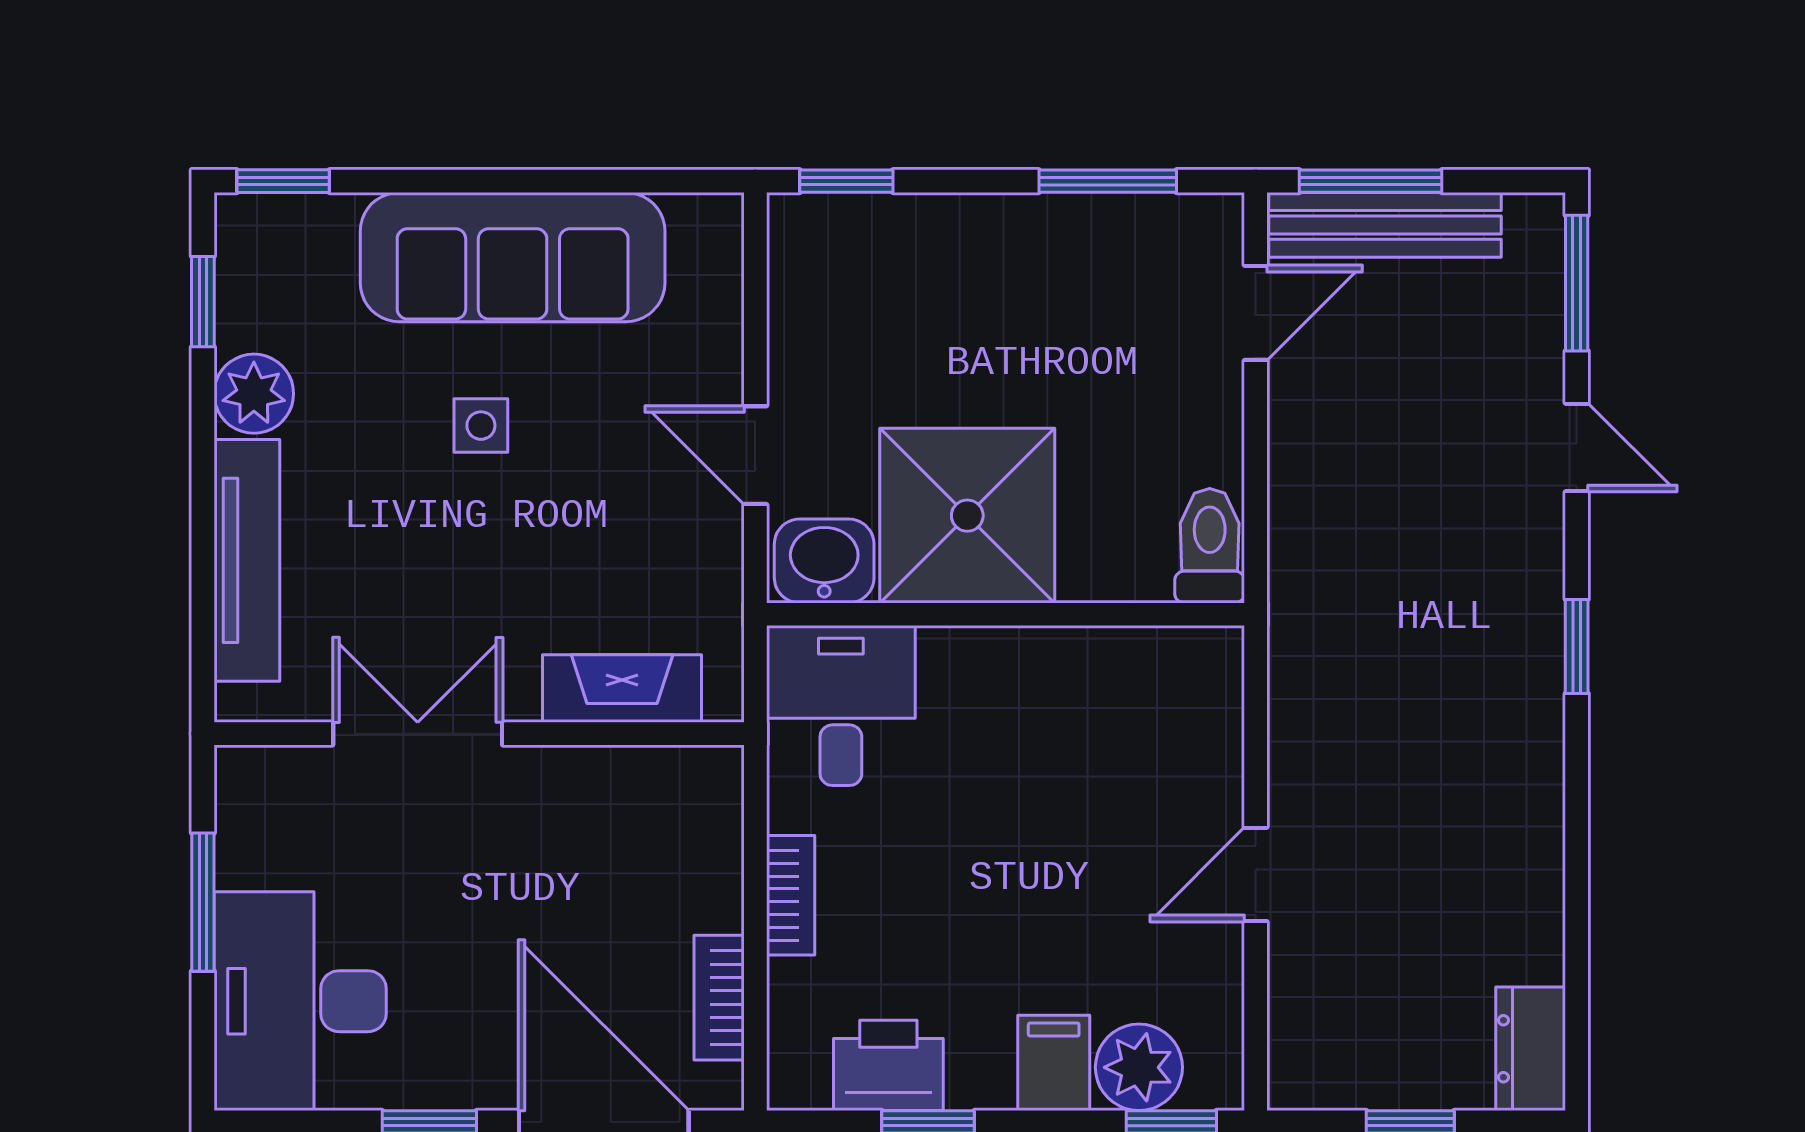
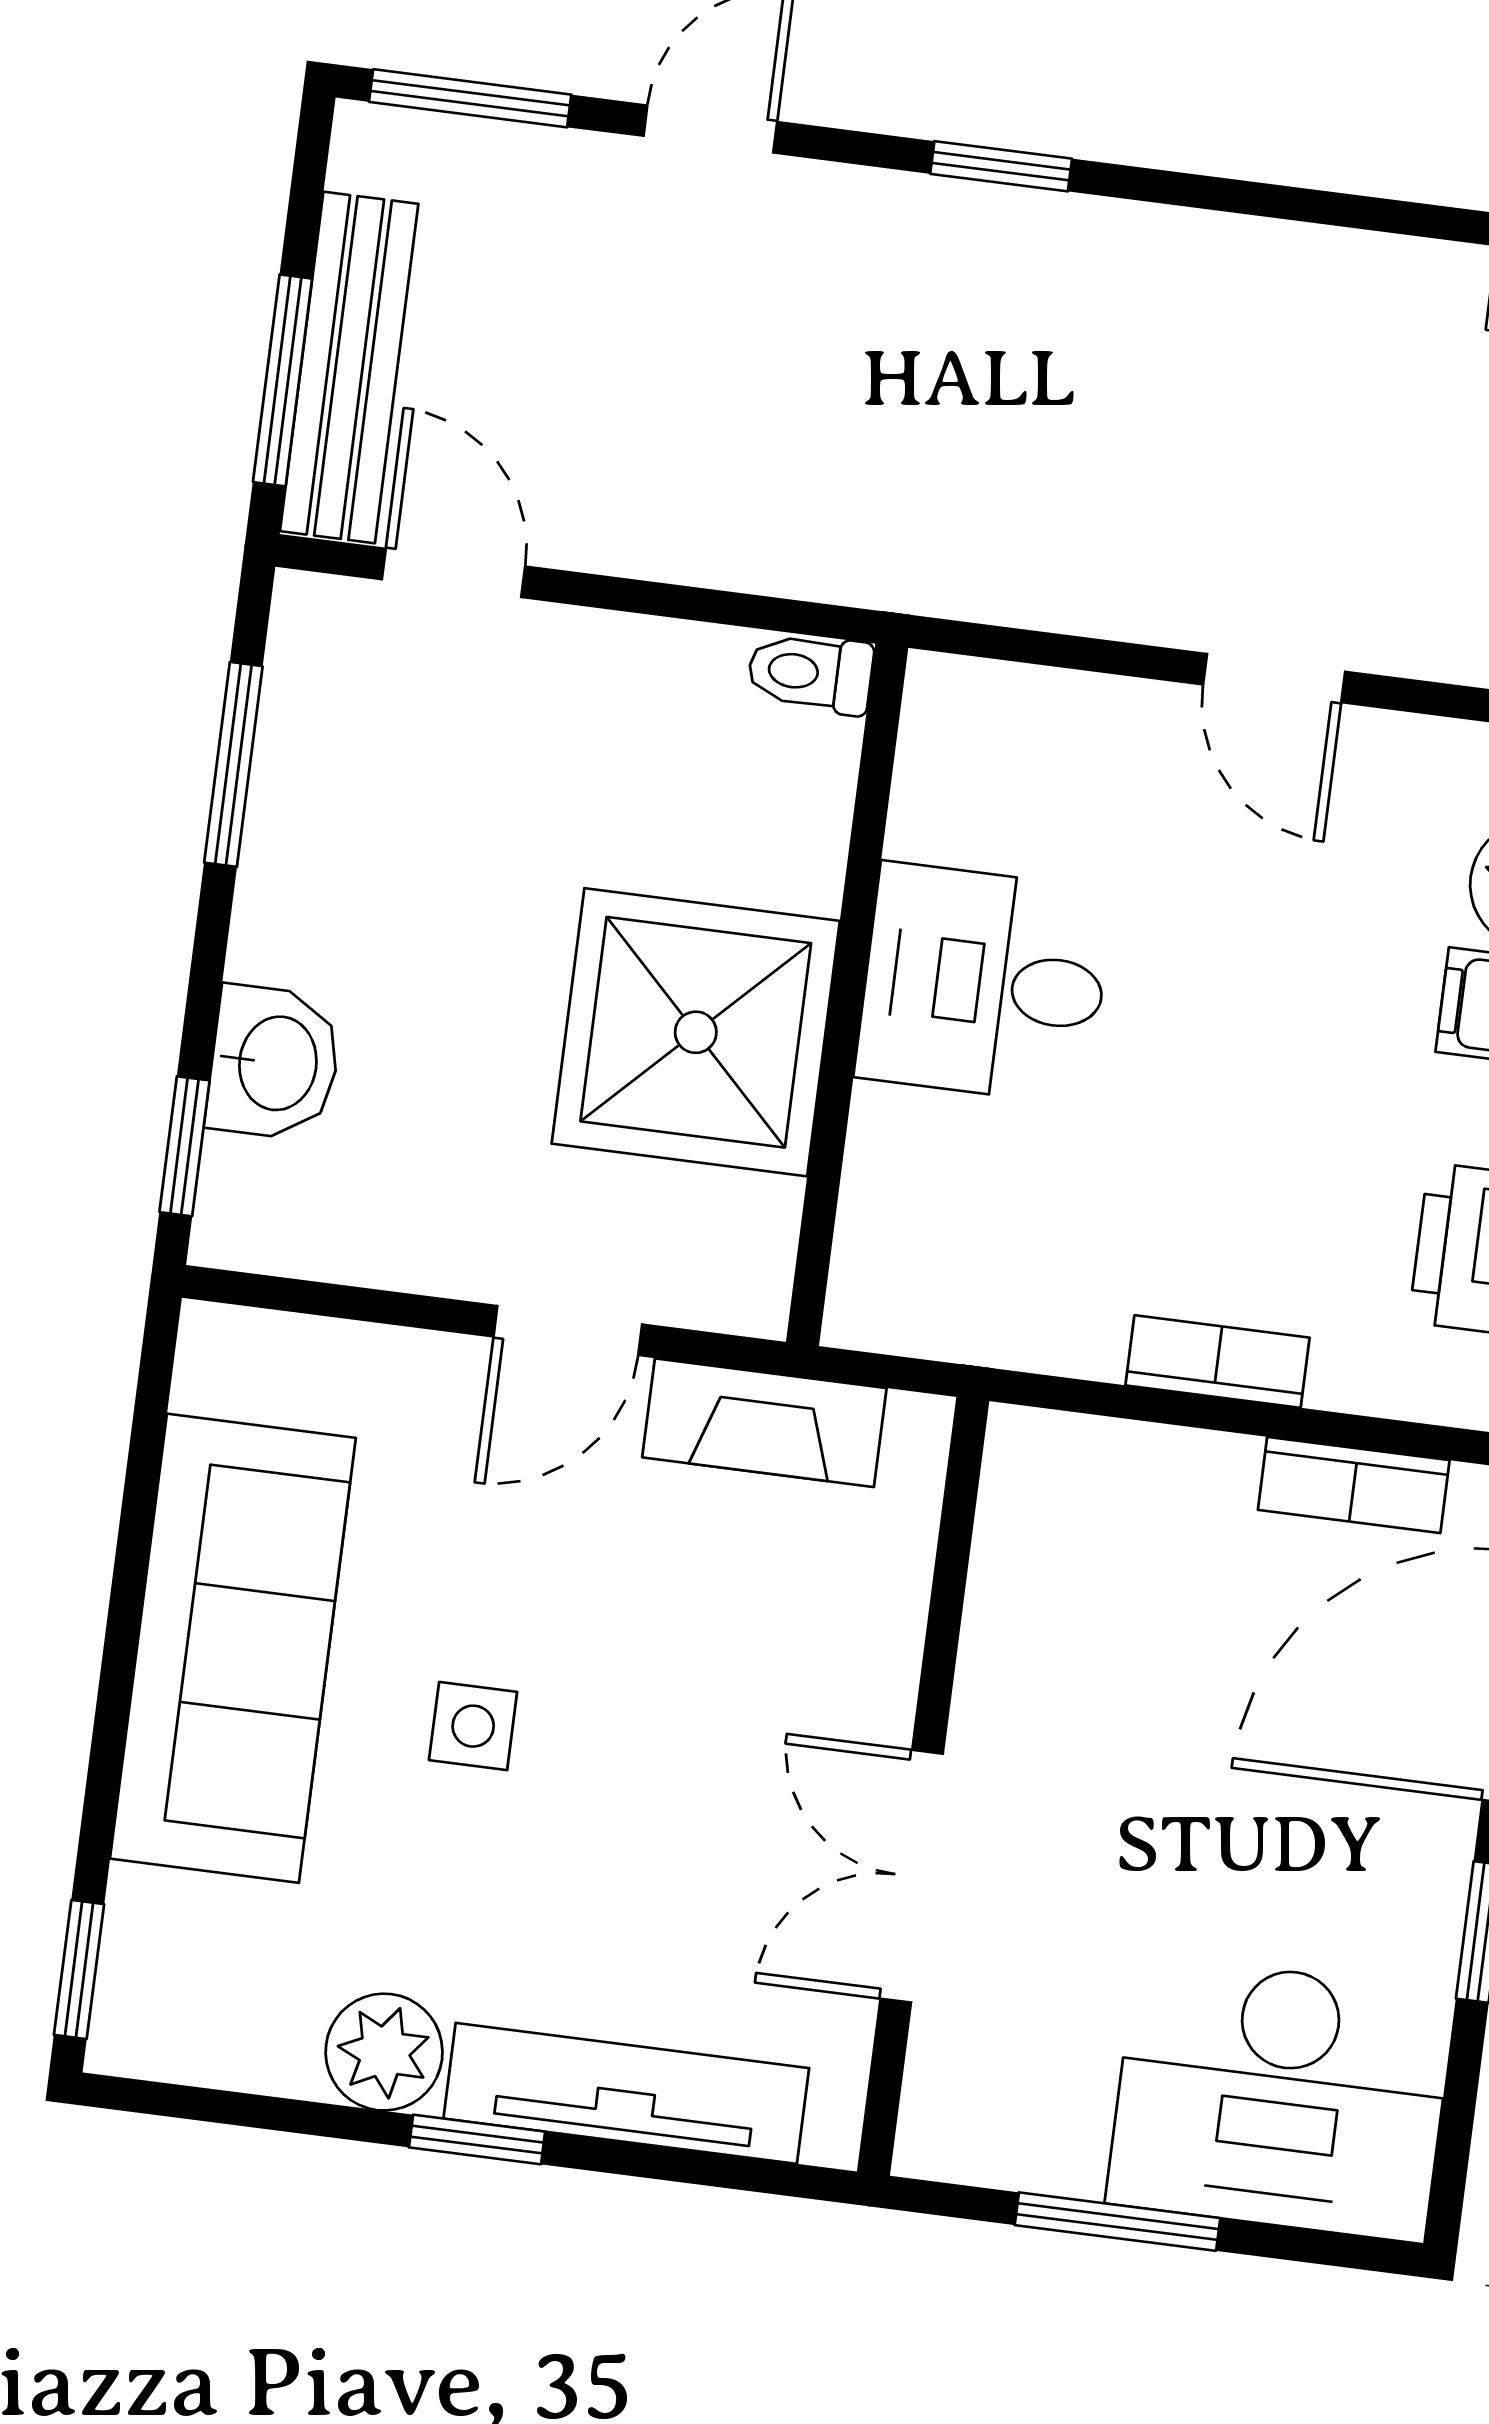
window: (203, 302) -> (477, 2140), moved
toilet: (1210, 546) -> (810, 673), width x0.73, depth x0.72
washbasin: (824, 561) -> (274, 1063), moved, turned 180
fireplace: (622, 689) -> (764, 1423), moved, turned -90
desk: (841, 706) -> (984, 984), moved

